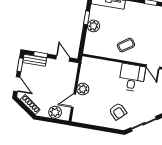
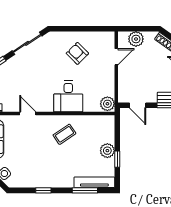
desk: (132, 78) -> (68, 96), moved
plant: (83, 89) -> (107, 104), moved
armchair: (118, 111) -> (77, 53), moved

